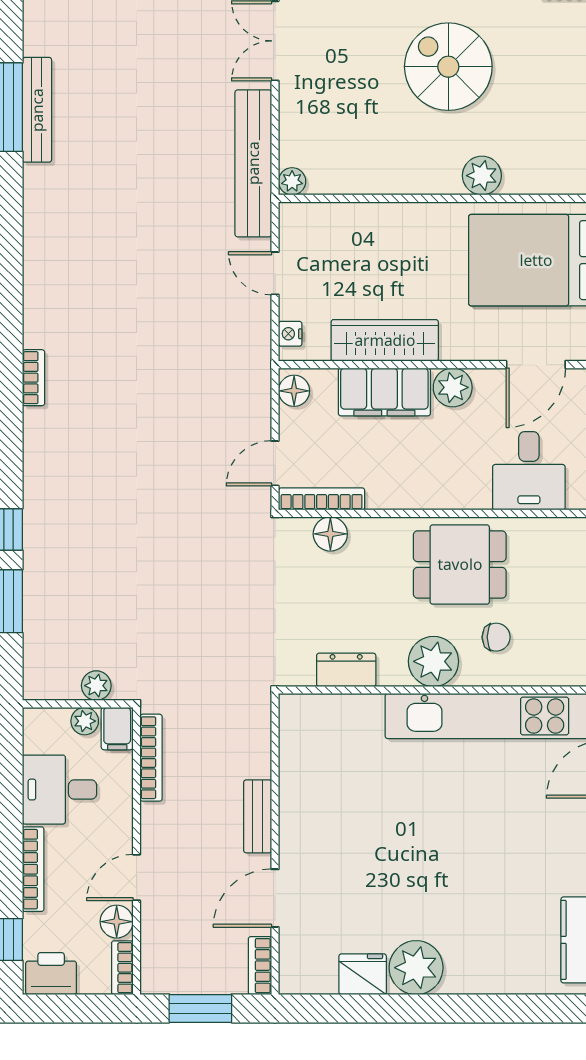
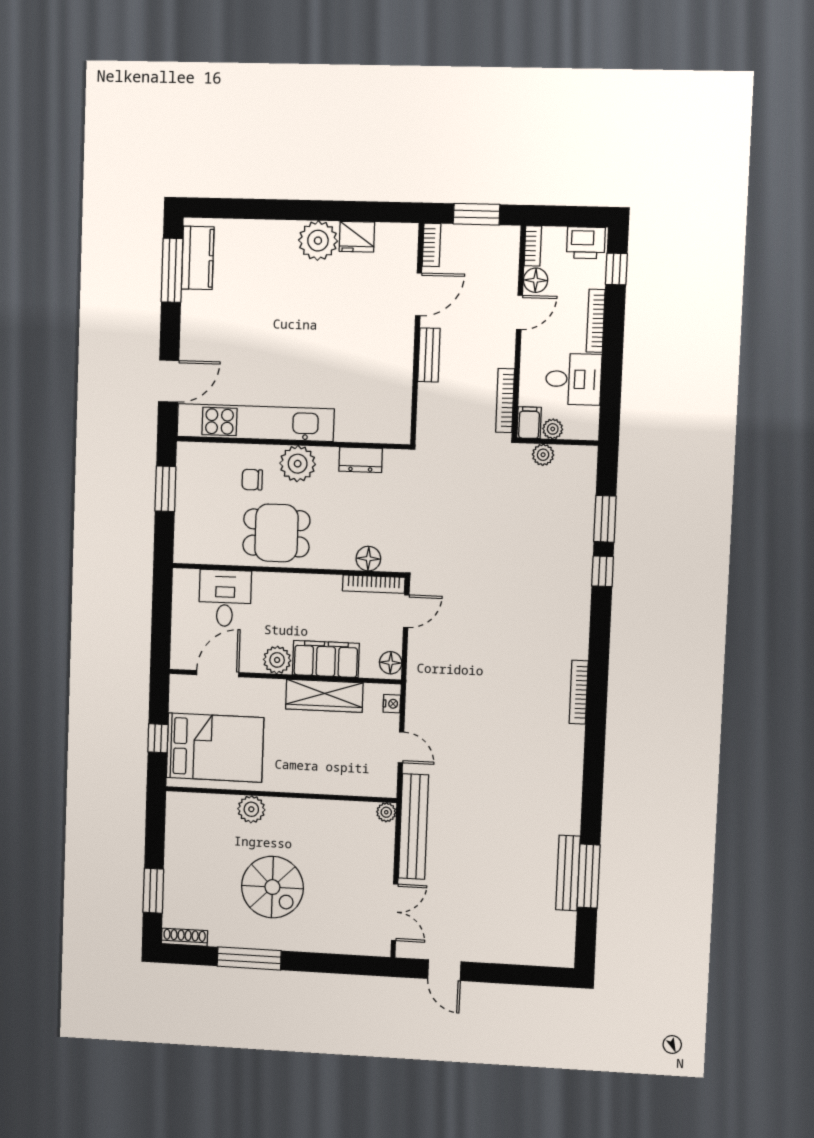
bookcase: (33, 378) -> (579, 692), width x1.56

